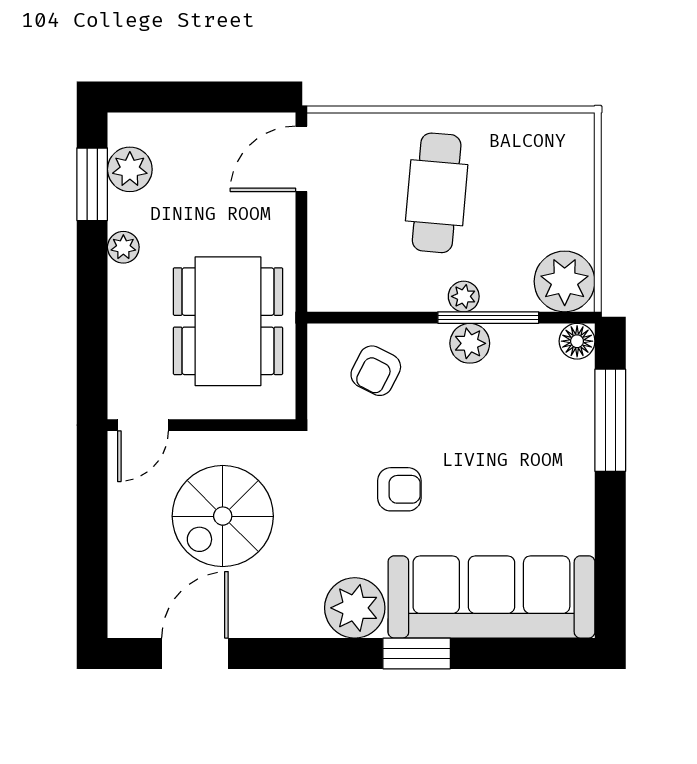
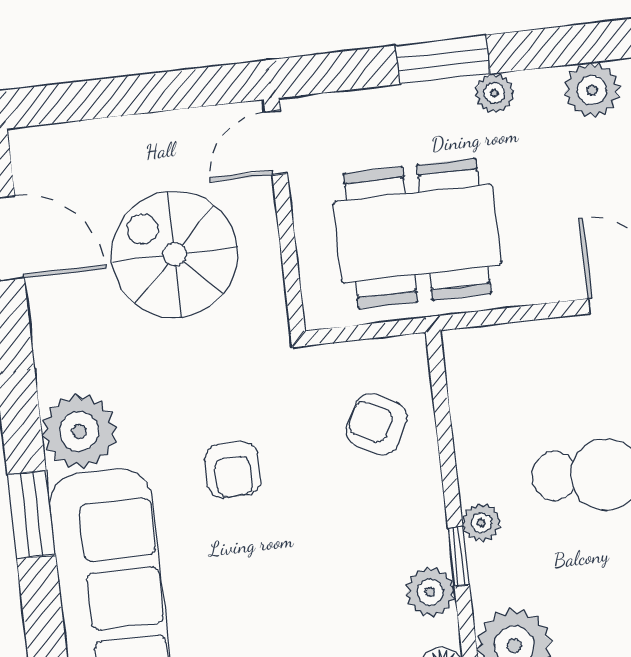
window: (92, 184) -> (443, 60), moved
window: (488, 318) -> (459, 556), width x0.46
plant: (470, 343) -> (430, 592), moved
door: (143, 425) -> (276, 143), hinge flipped

